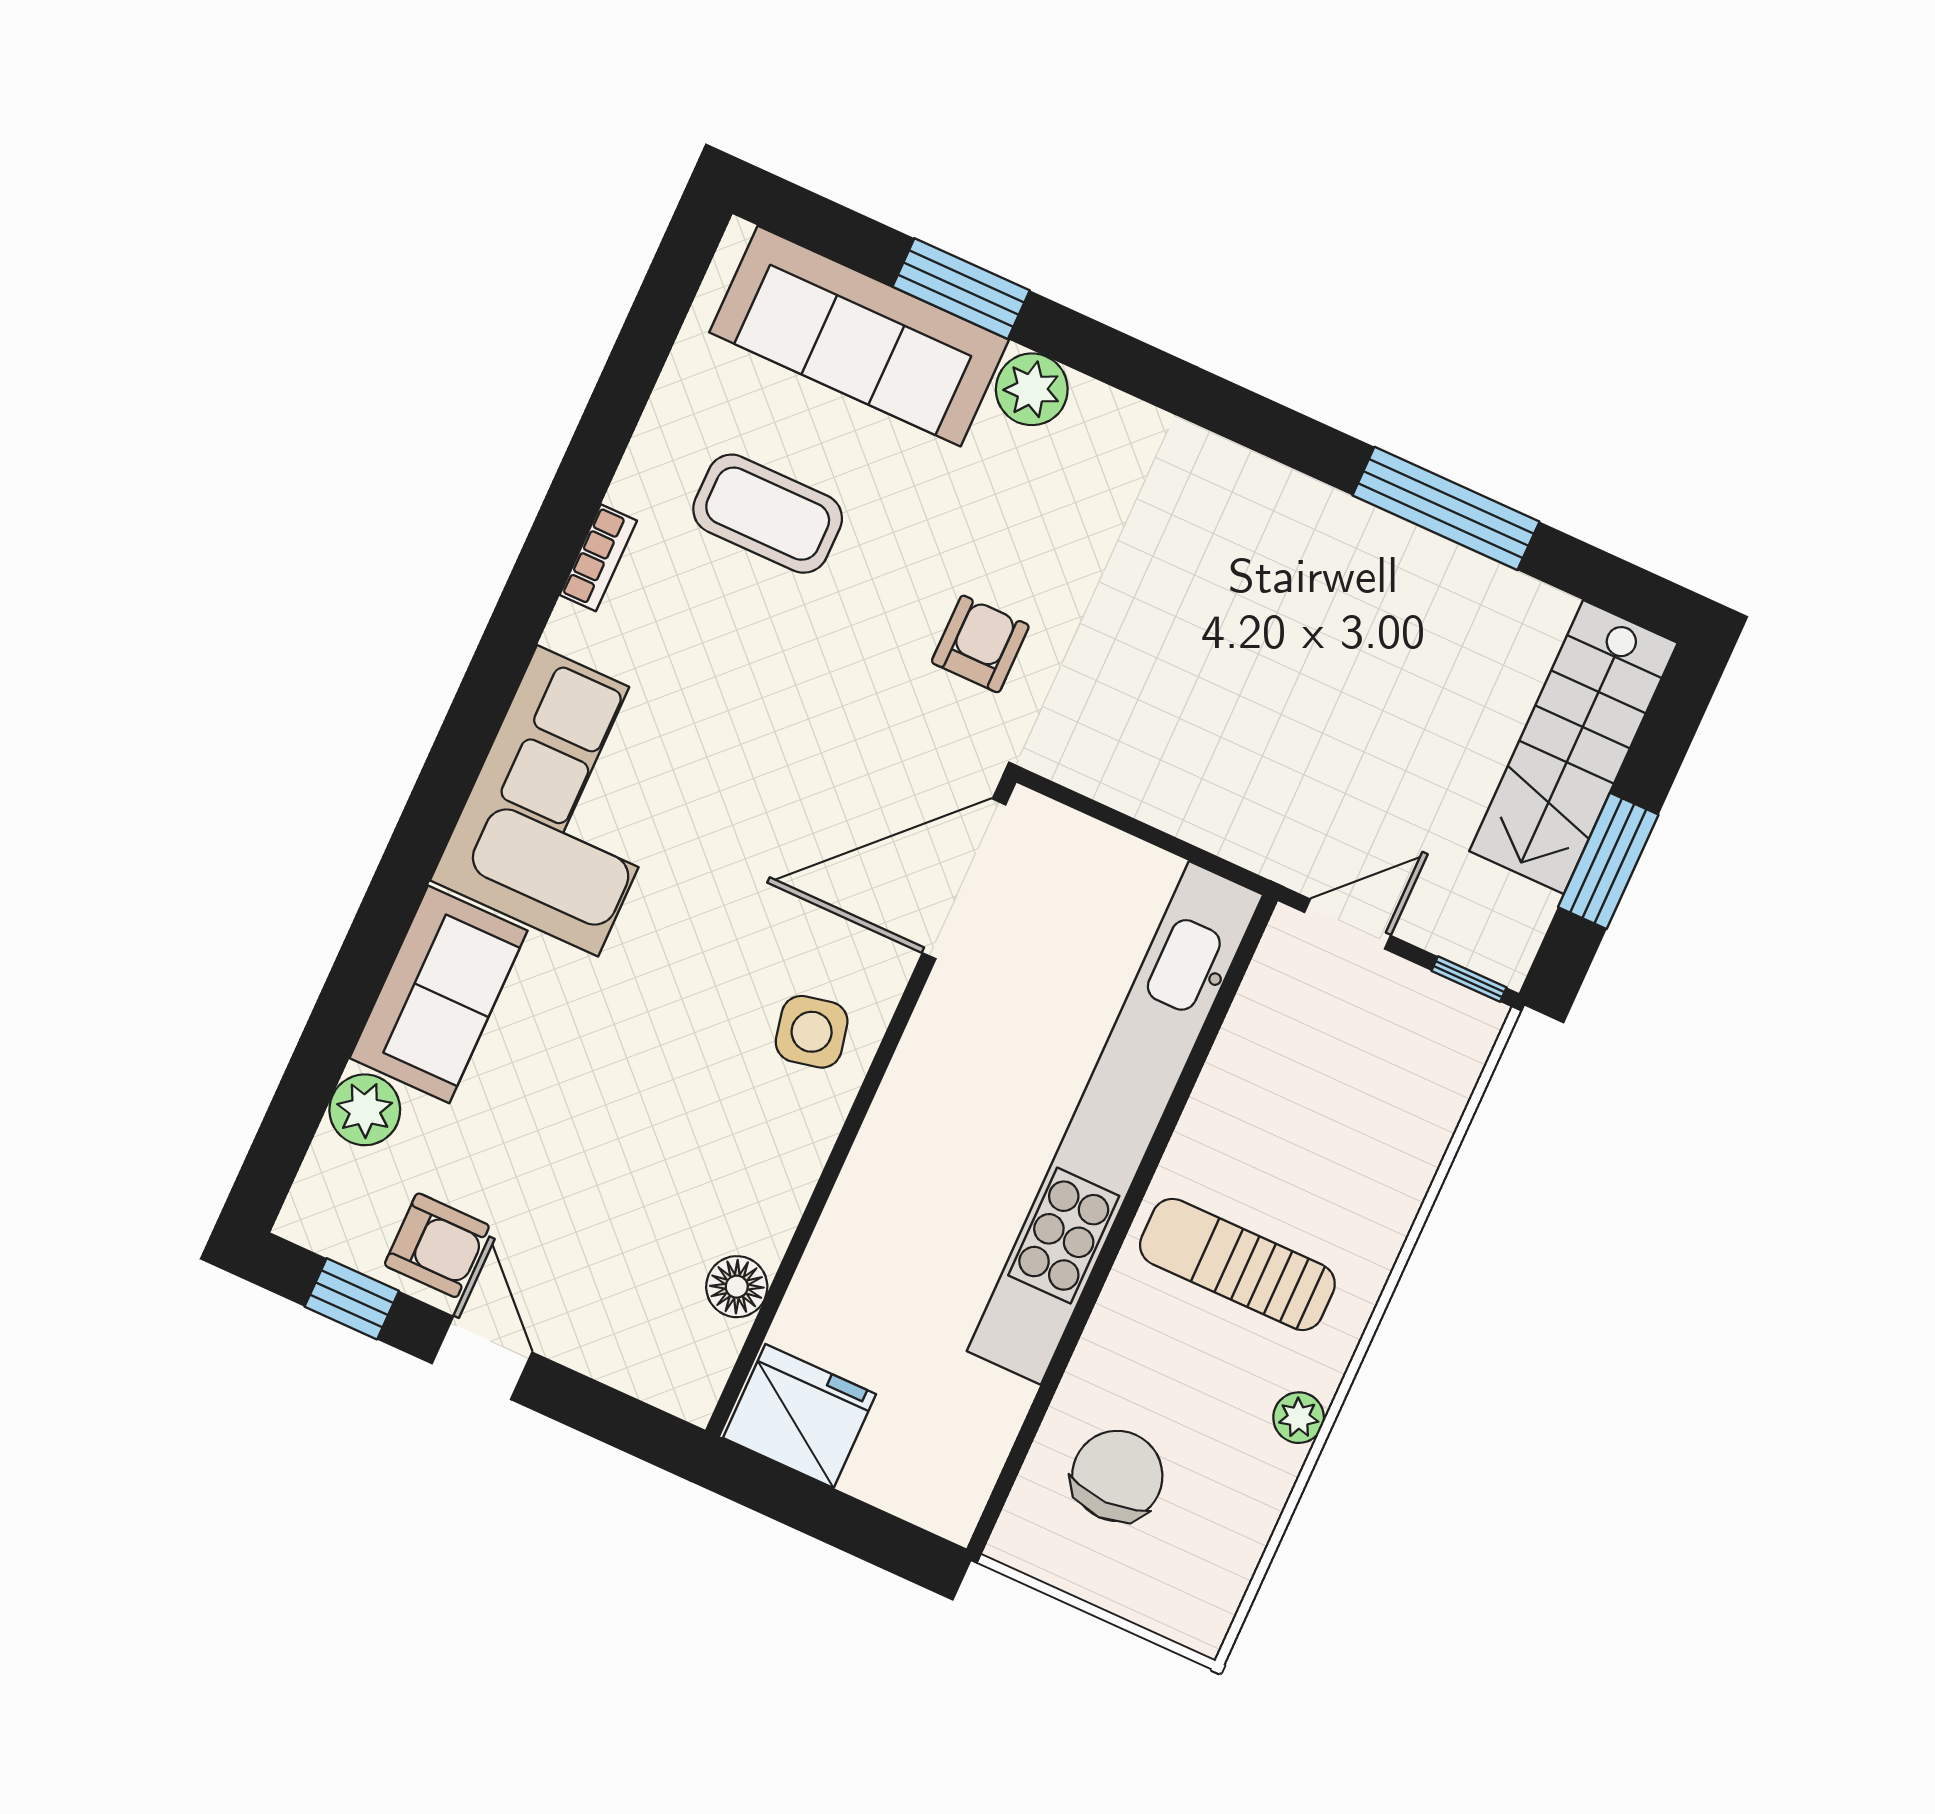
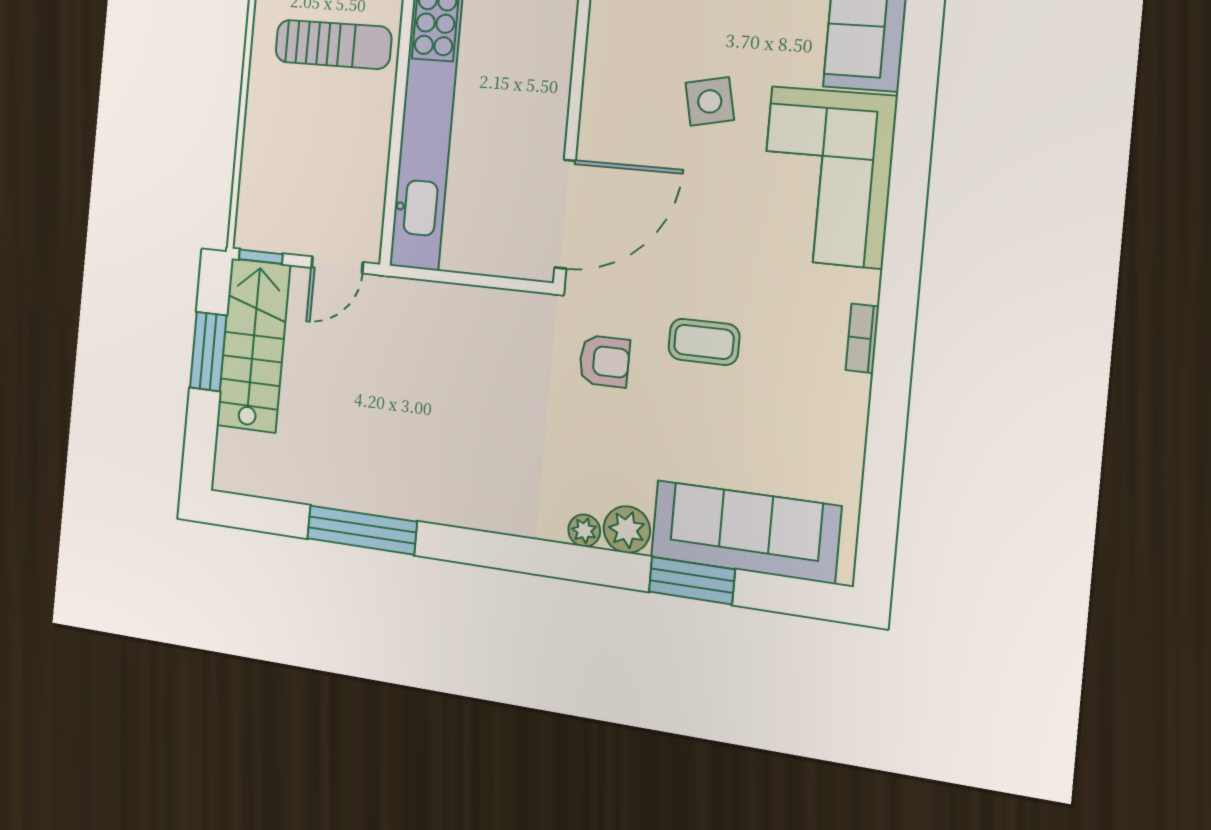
plant: (1097, 407) -> (584, 531), added
coffee table: (768, 514) -> (704, 342), moved, width x0.73, depth x0.77
armchair: (980, 644) -> (604, 361), turned -90
stairs: (1573, 747) -> (253, 345), moved
side table: (812, 1032) -> (710, 101), moved

